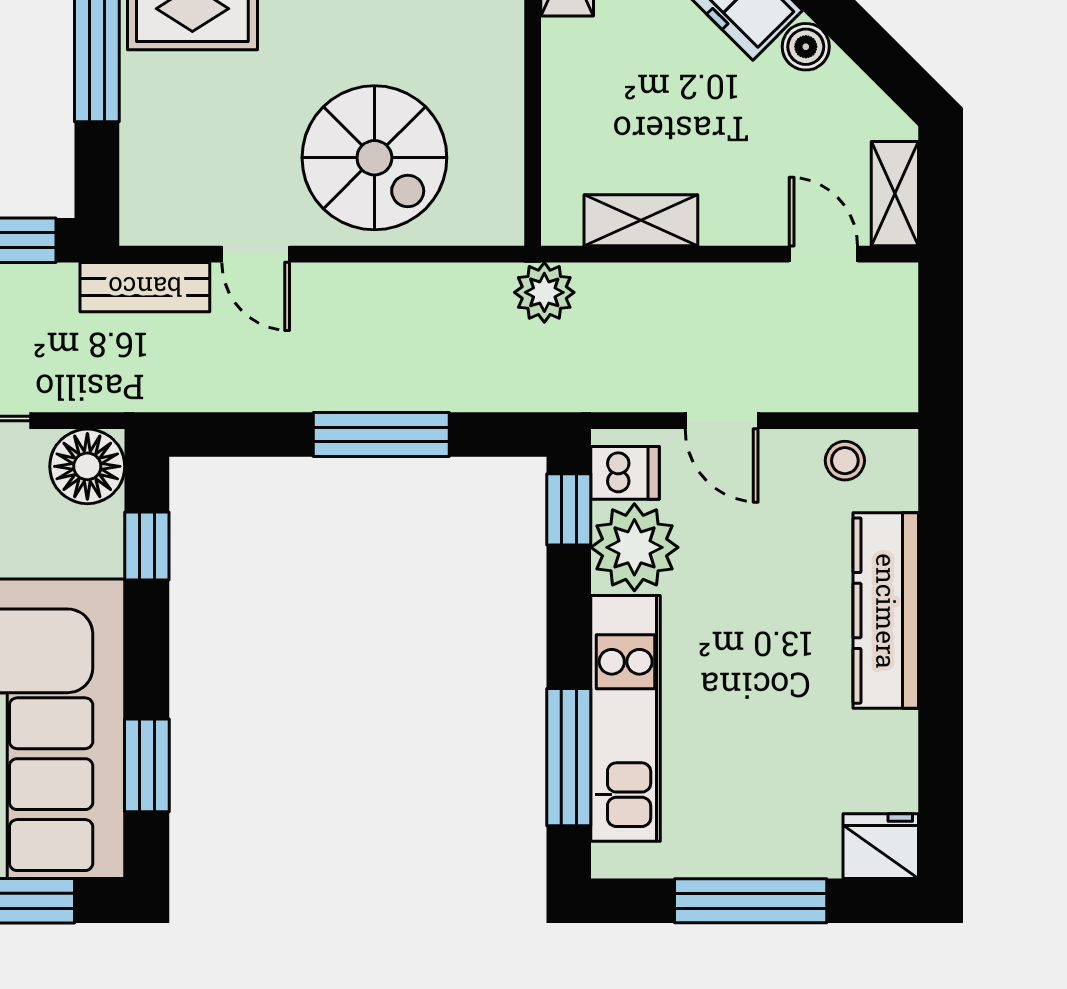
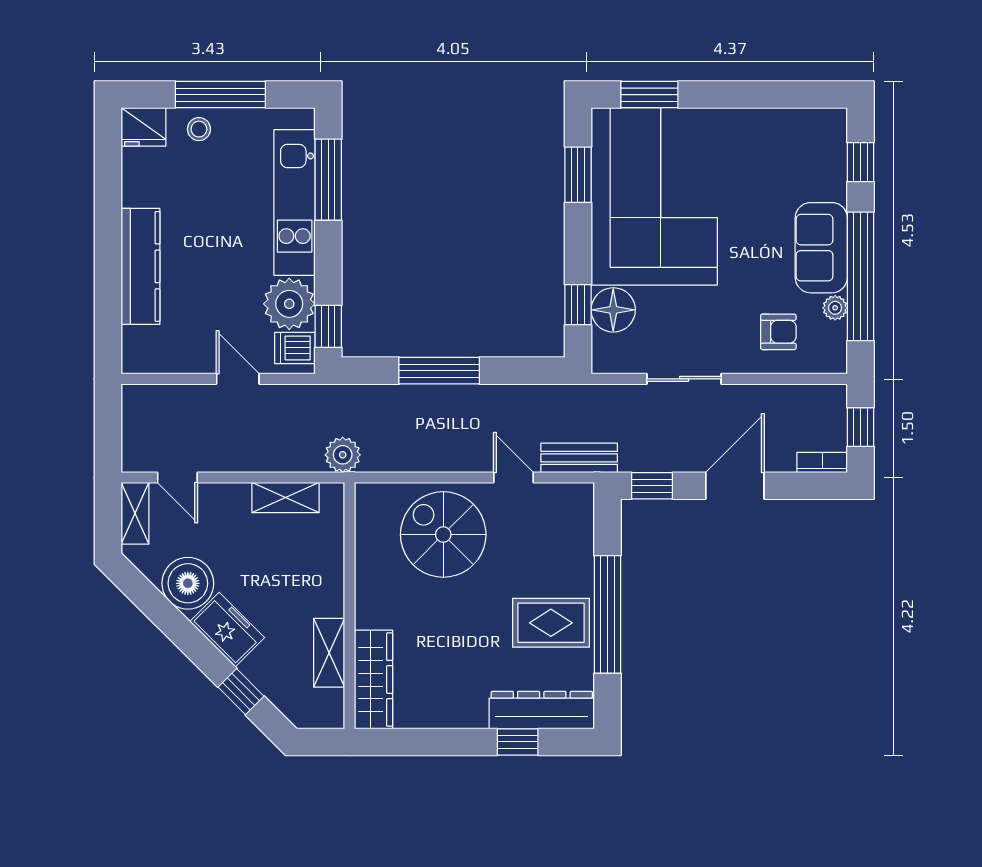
boiler: (806, 47) -> (188, 583), width x1.86, depth x1.86
stool: (845, 461) -> (199, 129), moved
floor lamp: (87, 466) -> (613, 310), moved

